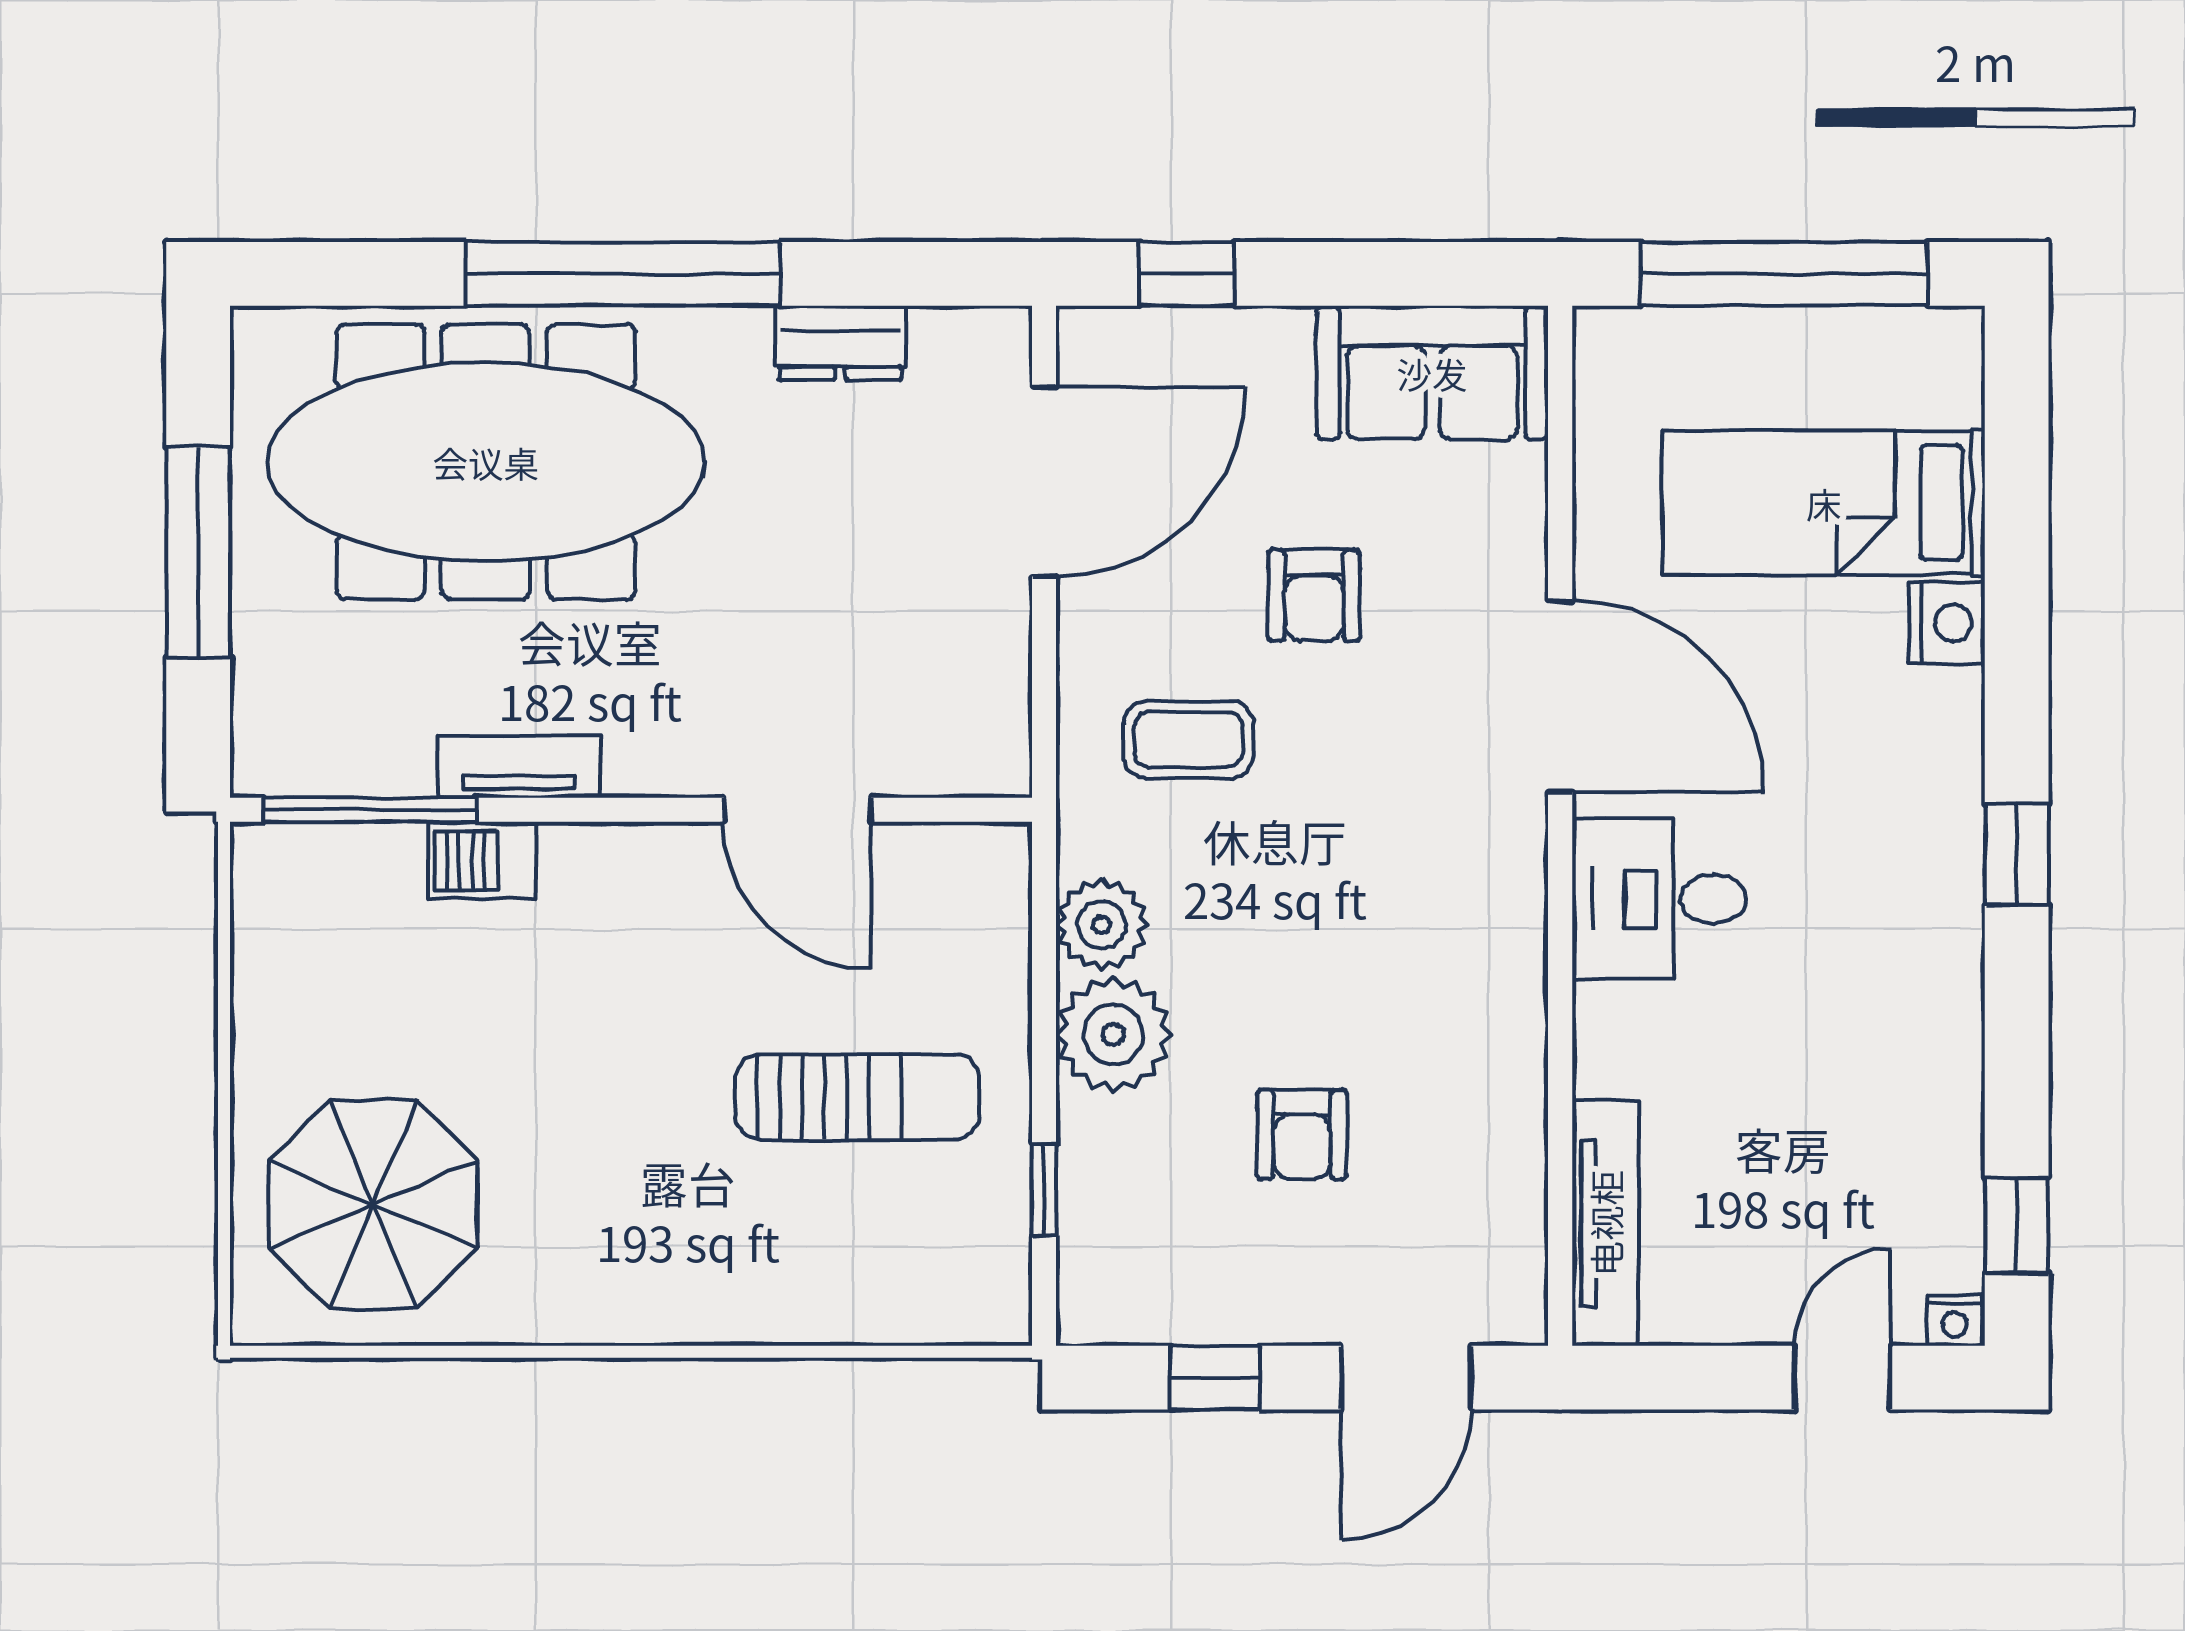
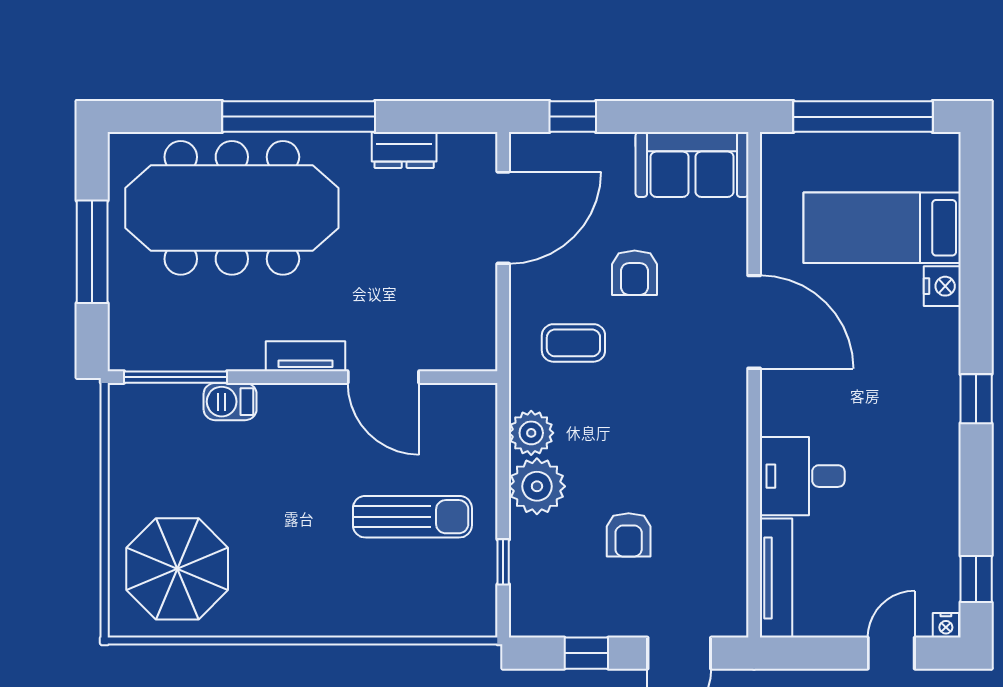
tv unit: (519, 767) -> (305, 356), moved
desk: (1659, 899) -> (802, 476), moved

